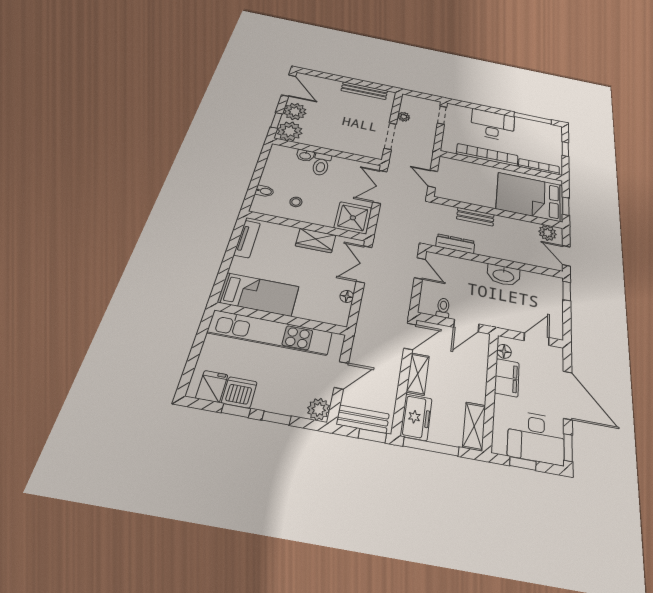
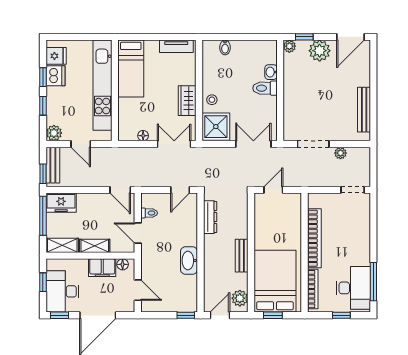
desk: (493, 125) -> (353, 288), moved
plant: (290, 131) -> (289, 46), width x0.53, depth x0.53
stool: (296, 202) -> (212, 100), moved
bench: (475, 217) -> (242, 256), moved
shelving: (418, 374) -> (95, 246), moved

